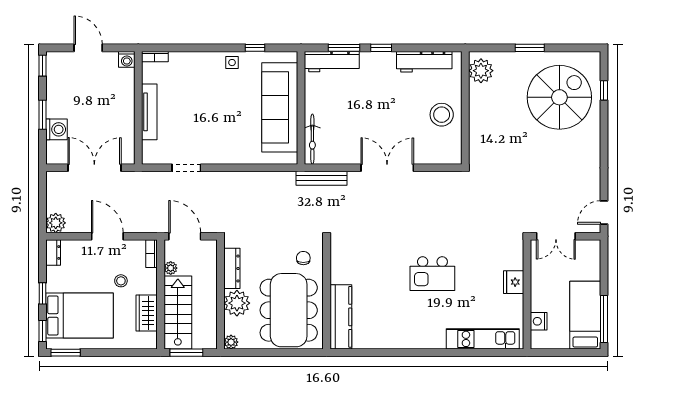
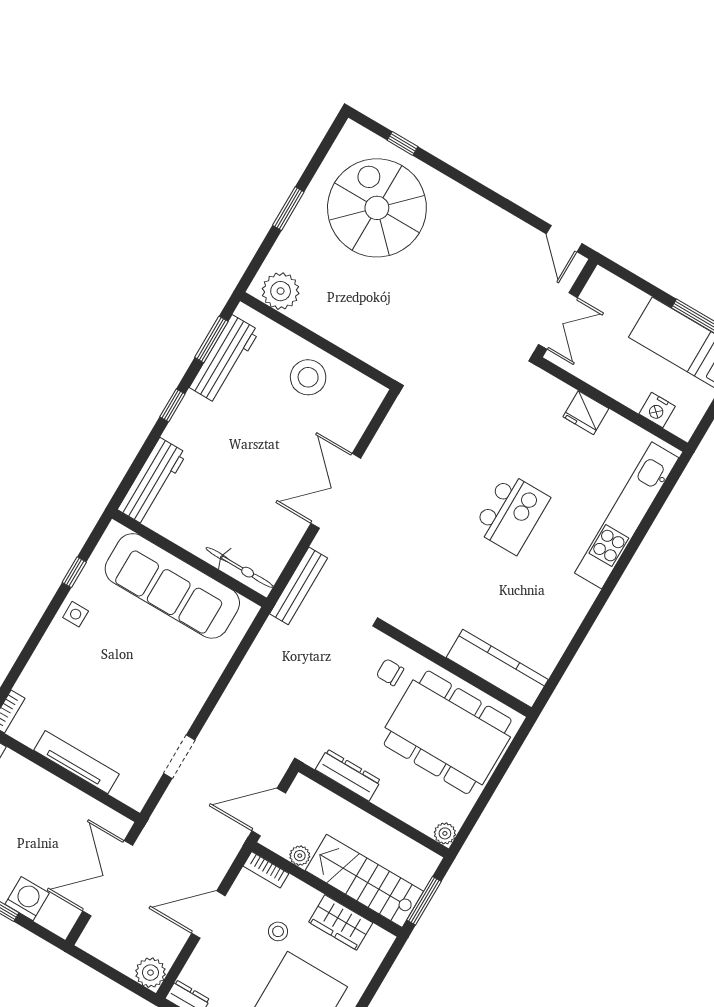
window: (344, 48) -> (211, 339), moved
plant: (237, 303) -> (398, 795), removed
kitchen unit: (483, 339) -> (627, 515), width x1.36

